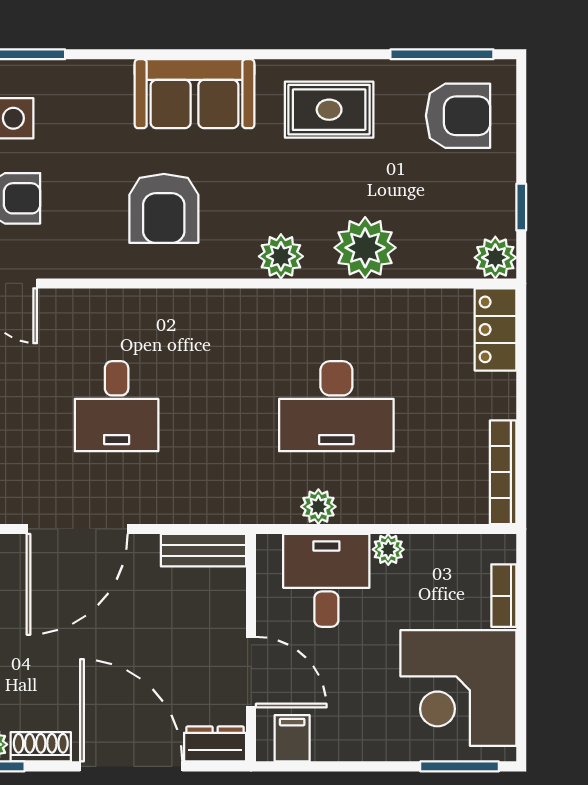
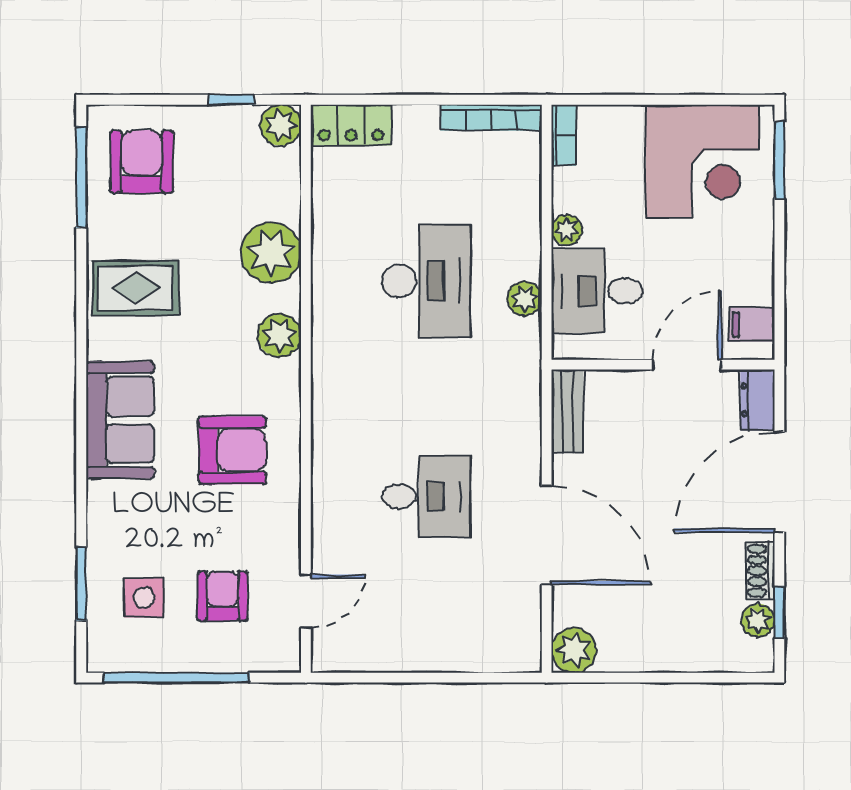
rug: (329, 110) -> (136, 288), turned 90
bookcase: (504, 596) -> (564, 135), moved, turned -90

